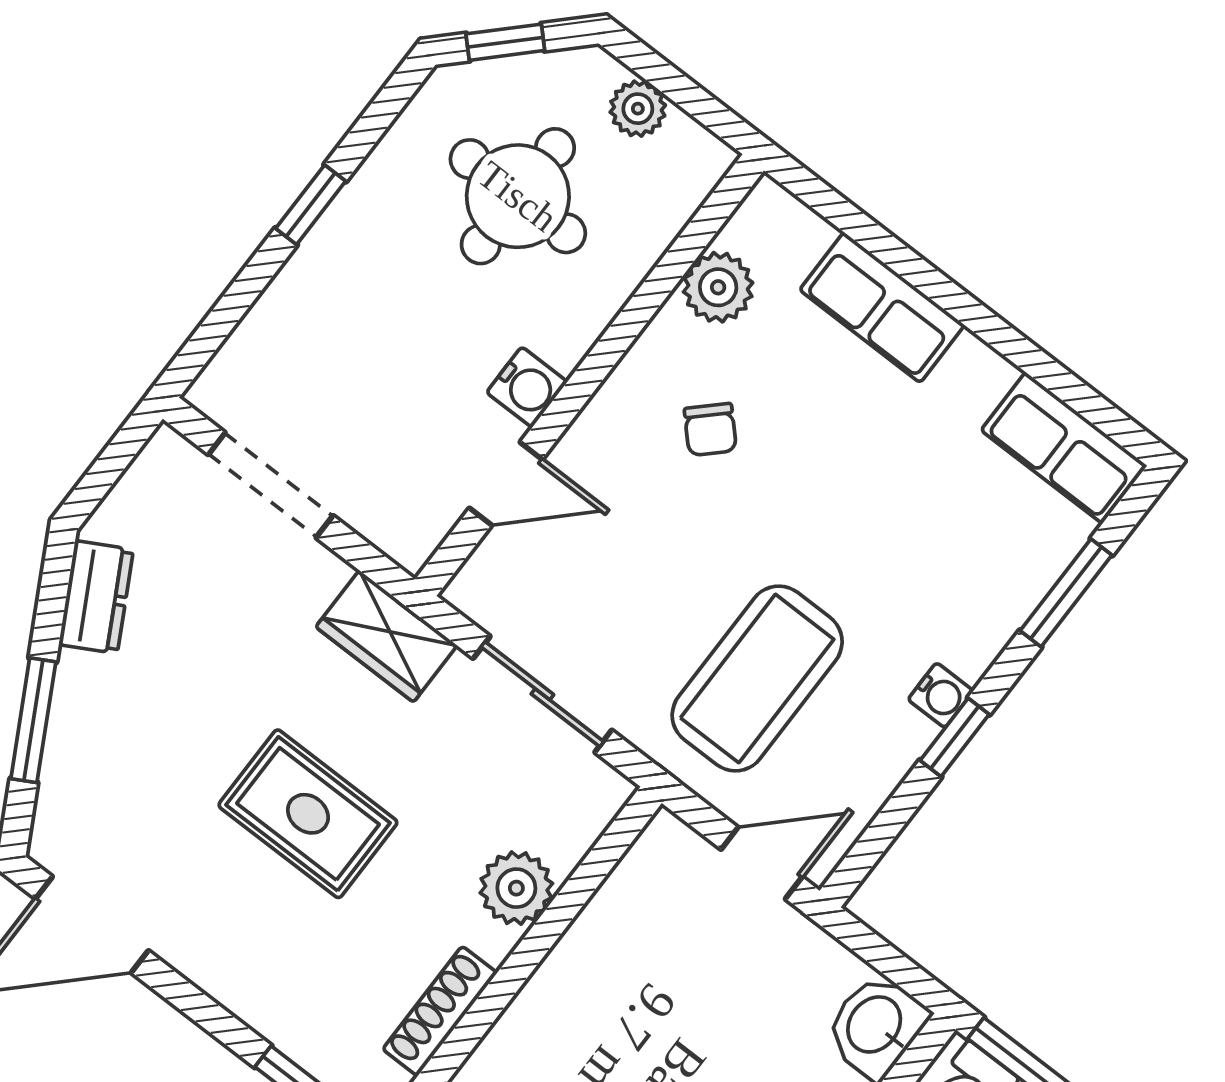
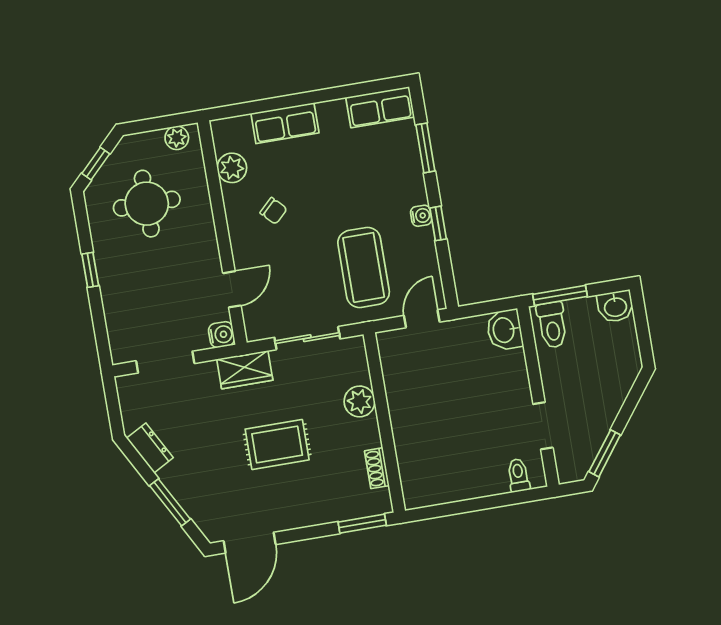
plant: (638, 109) -> (177, 138), moved
water cooler: (527, 387) -> (222, 335), moved
shoe rack: (440, 1011) -> (377, 468), width x0.70

